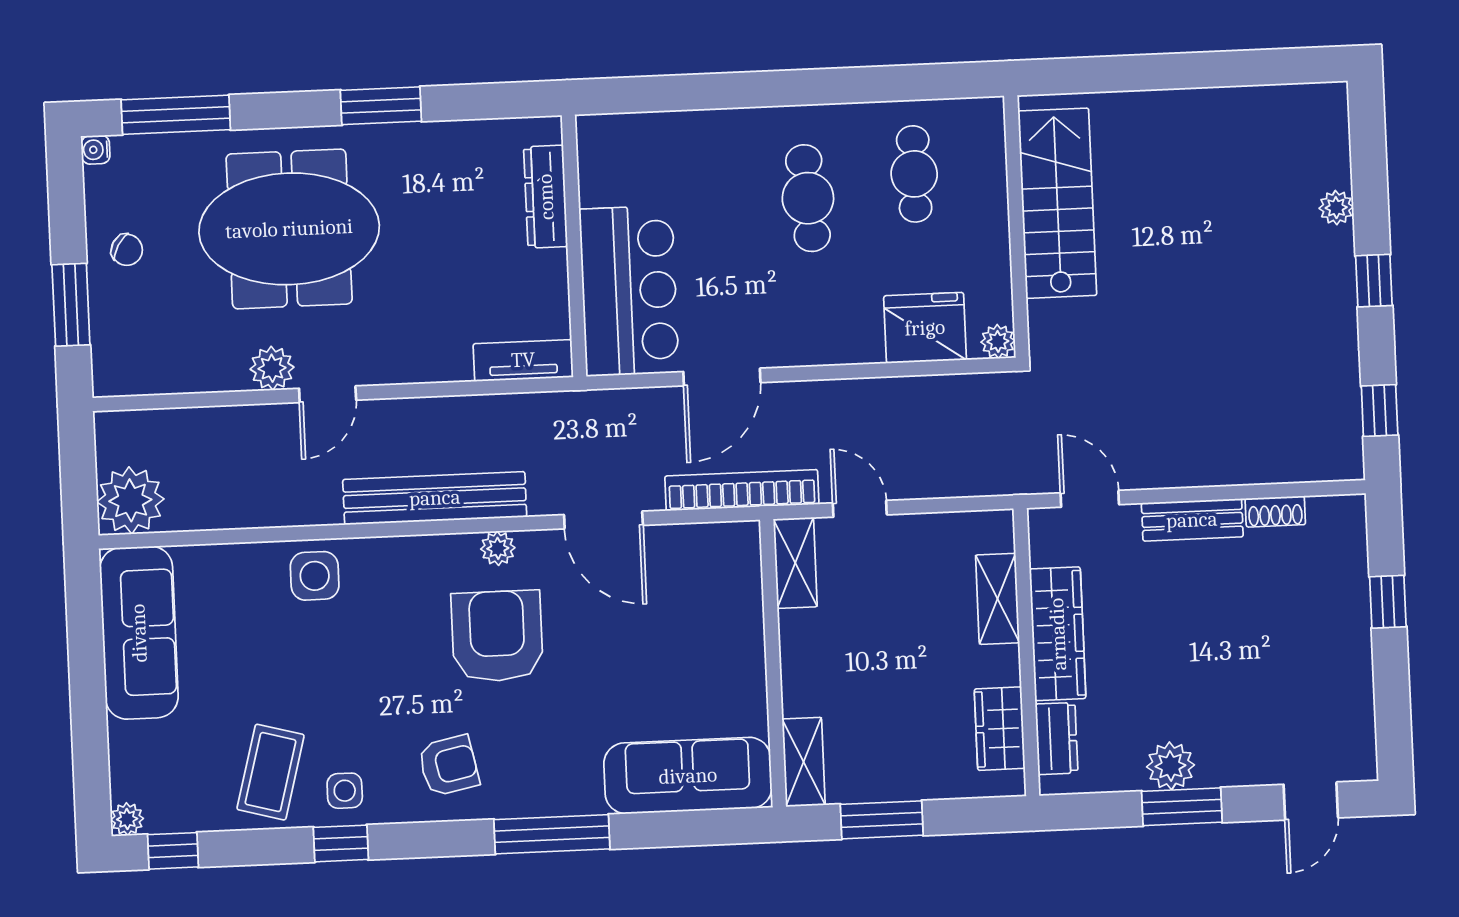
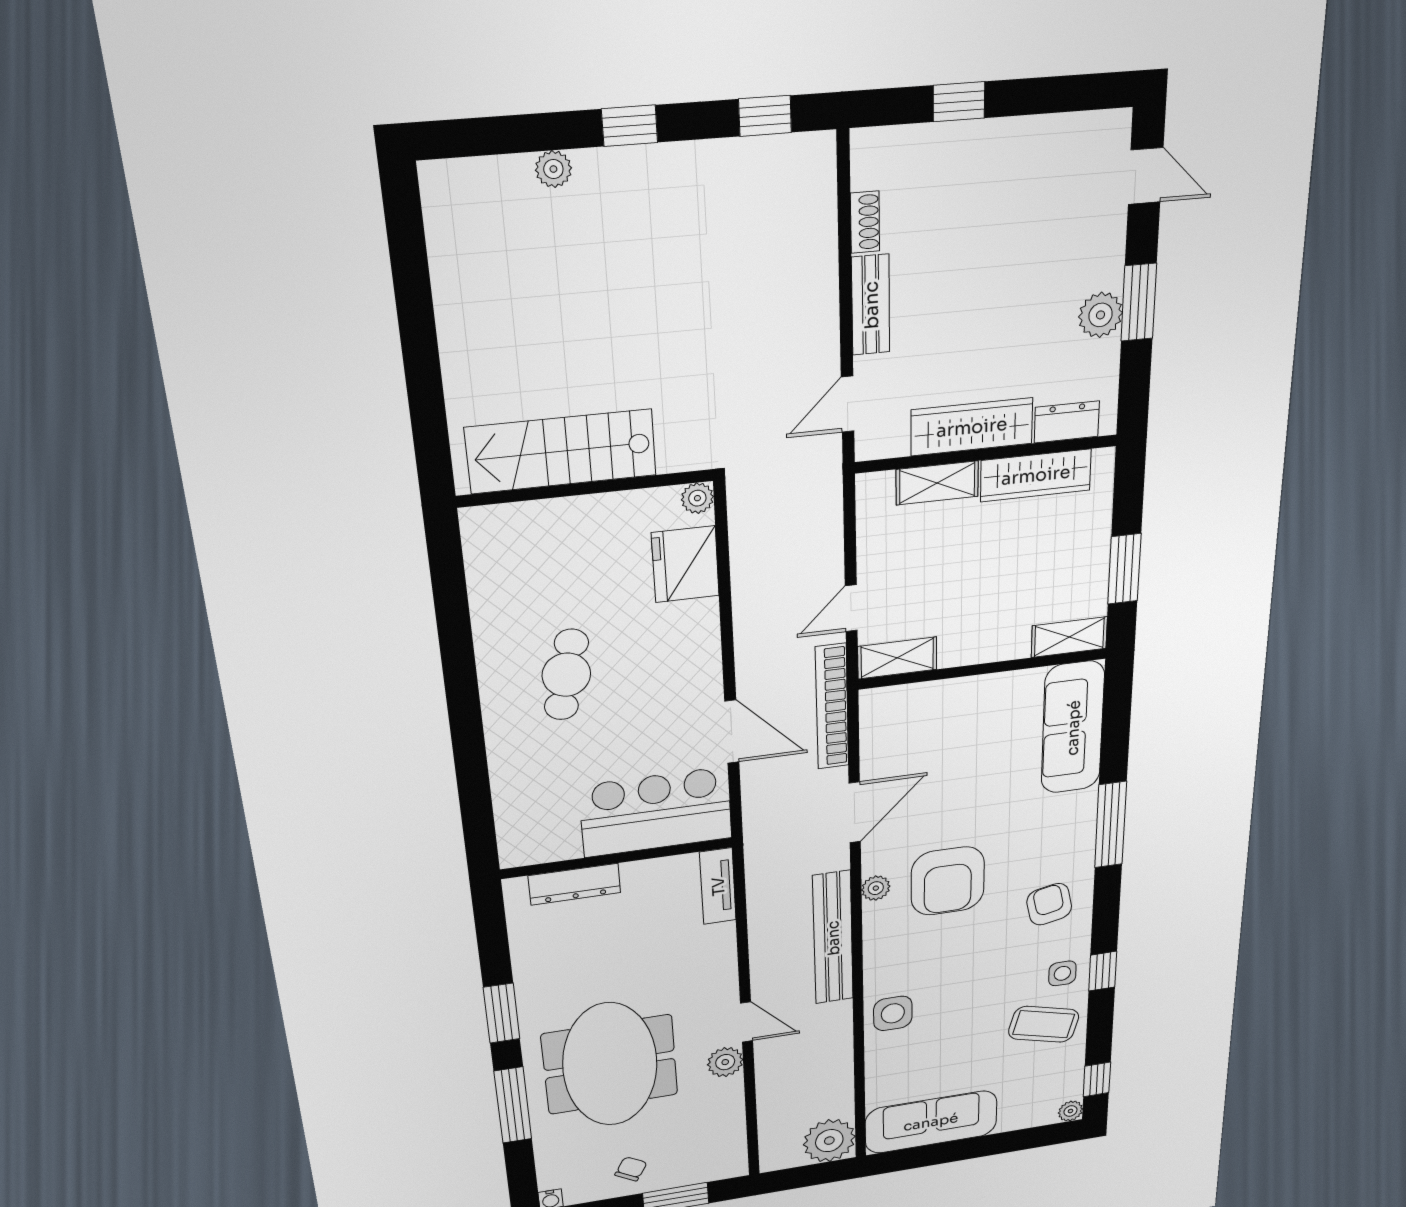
window: (176, 115) -> (513, 1105), moved
cafe table: (914, 174) -> (539, 585), removed
cafe table: (808, 198) -> (566, 675), turned -73
armchair: (497, 636) -> (948, 881), turned -90
wardrobe: (1000, 729) -> (1036, 475), width x1.50

